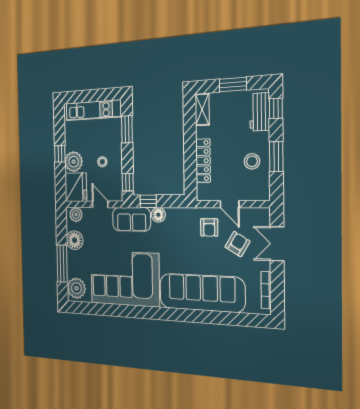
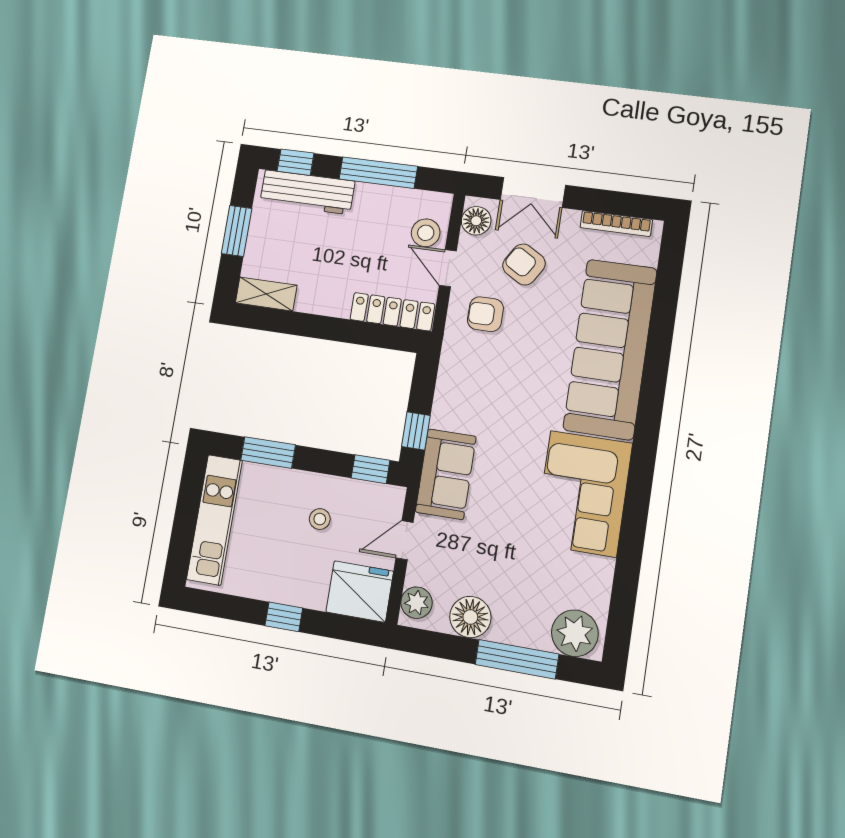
workbench: (260, 112) -> (307, 192), width x1.37
window: (276, 157) -> (378, 173), width x1.44
locker: (203, 161) -> (392, 312), moved
stool: (252, 161) -> (426, 233), moved
plant: (74, 162) -> (306, 586), removed
door: (230, 204) -> (448, 268), swing flipped
floor lamp: (158, 215) -> (476, 221), moved
armchair: (209, 227) -> (485, 314), turned 180
corner sofa: (125, 279) -> (583, 494), width x0.73, depth x0.74

